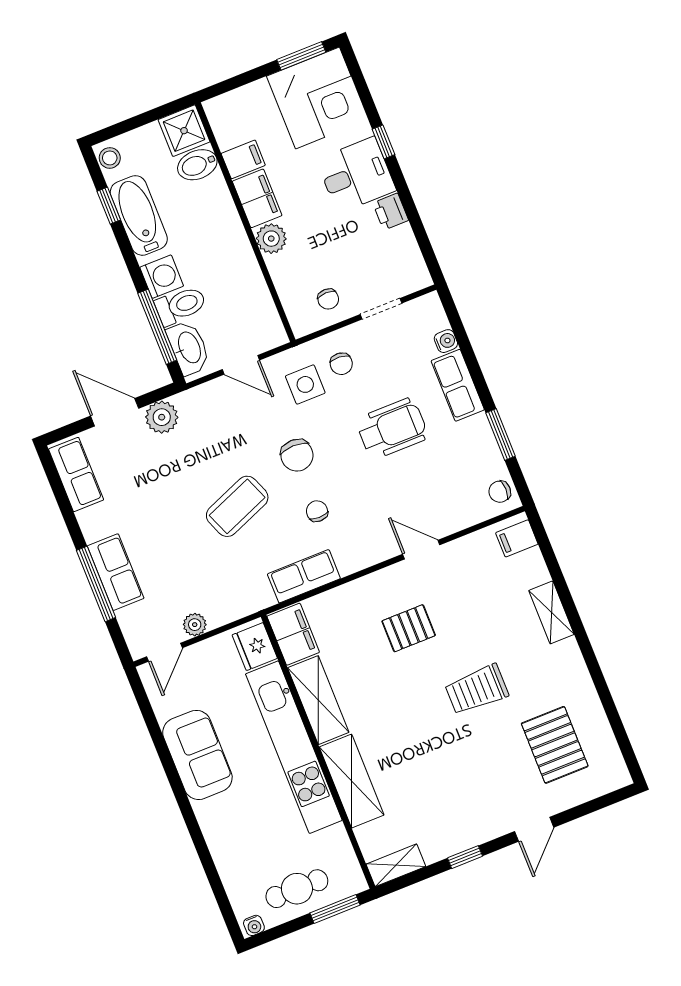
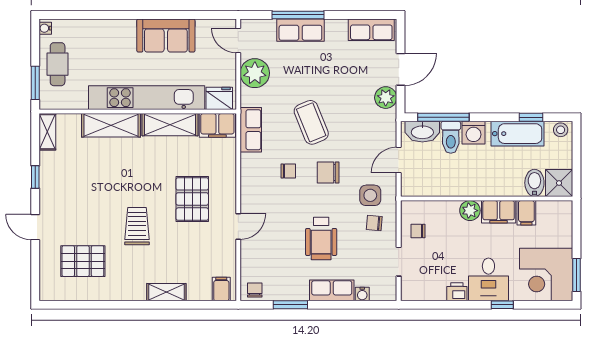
row of seats: (304, 576) -> (251, 130), moved
plant: (195, 625) -> (255, 73), width x1.87, depth x1.87
pallet: (409, 628) -> (192, 199), width x1.50, depth x1.42

